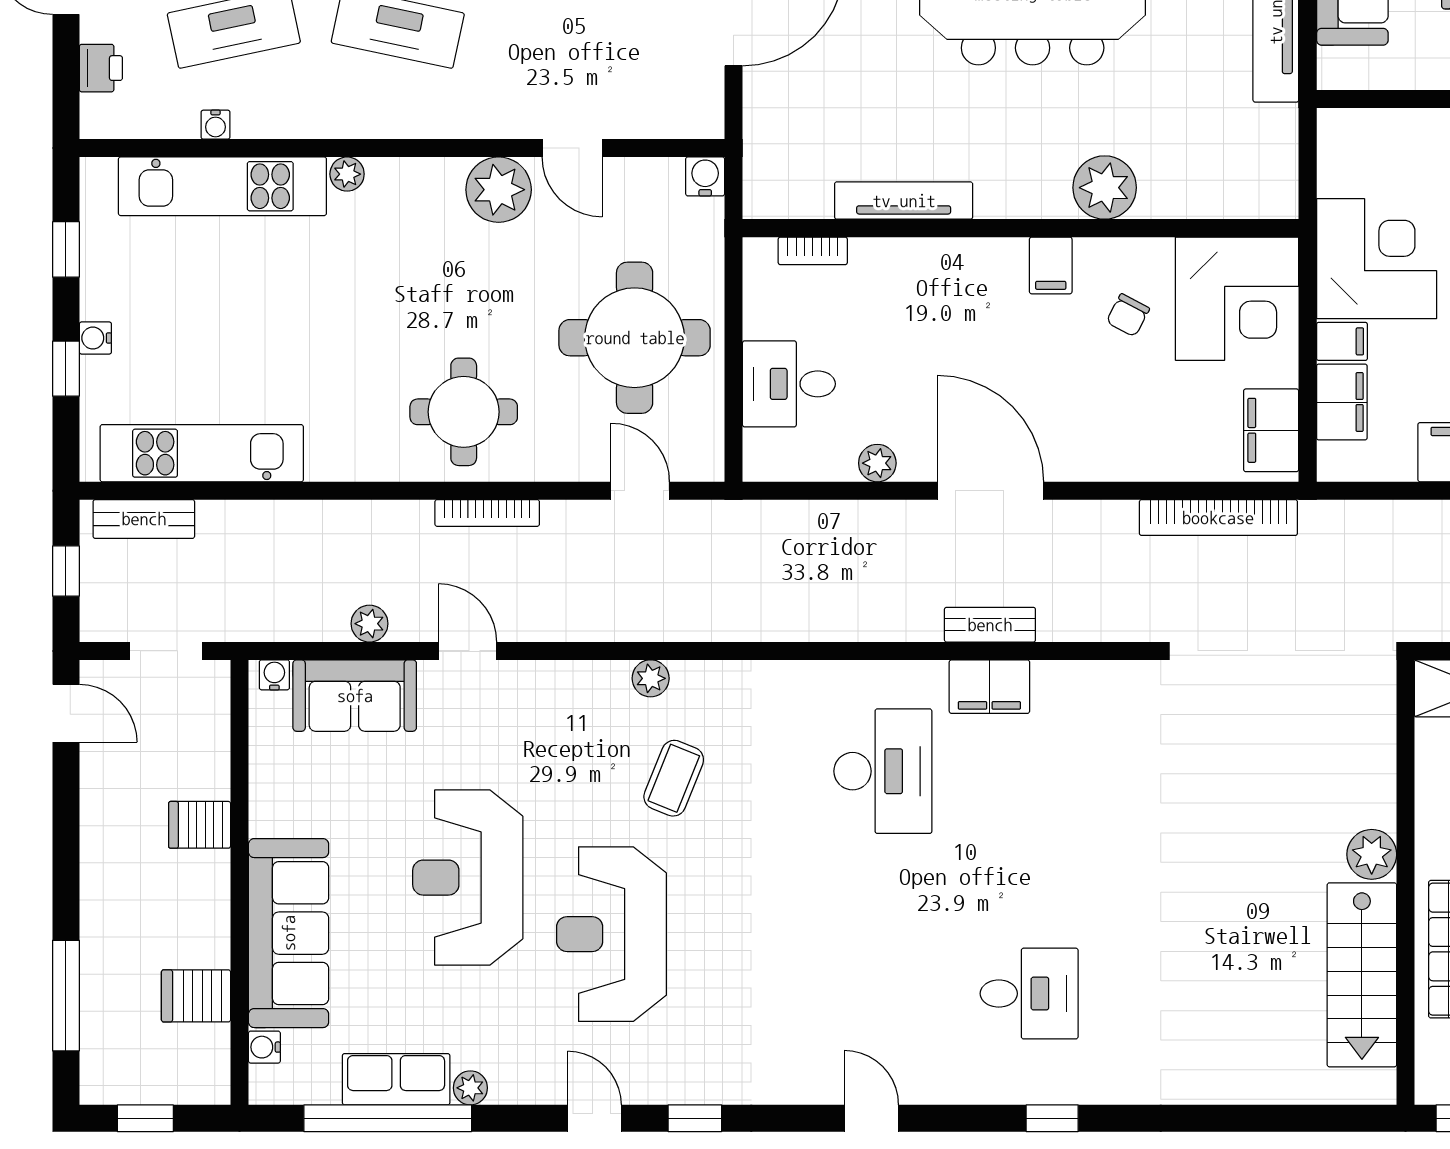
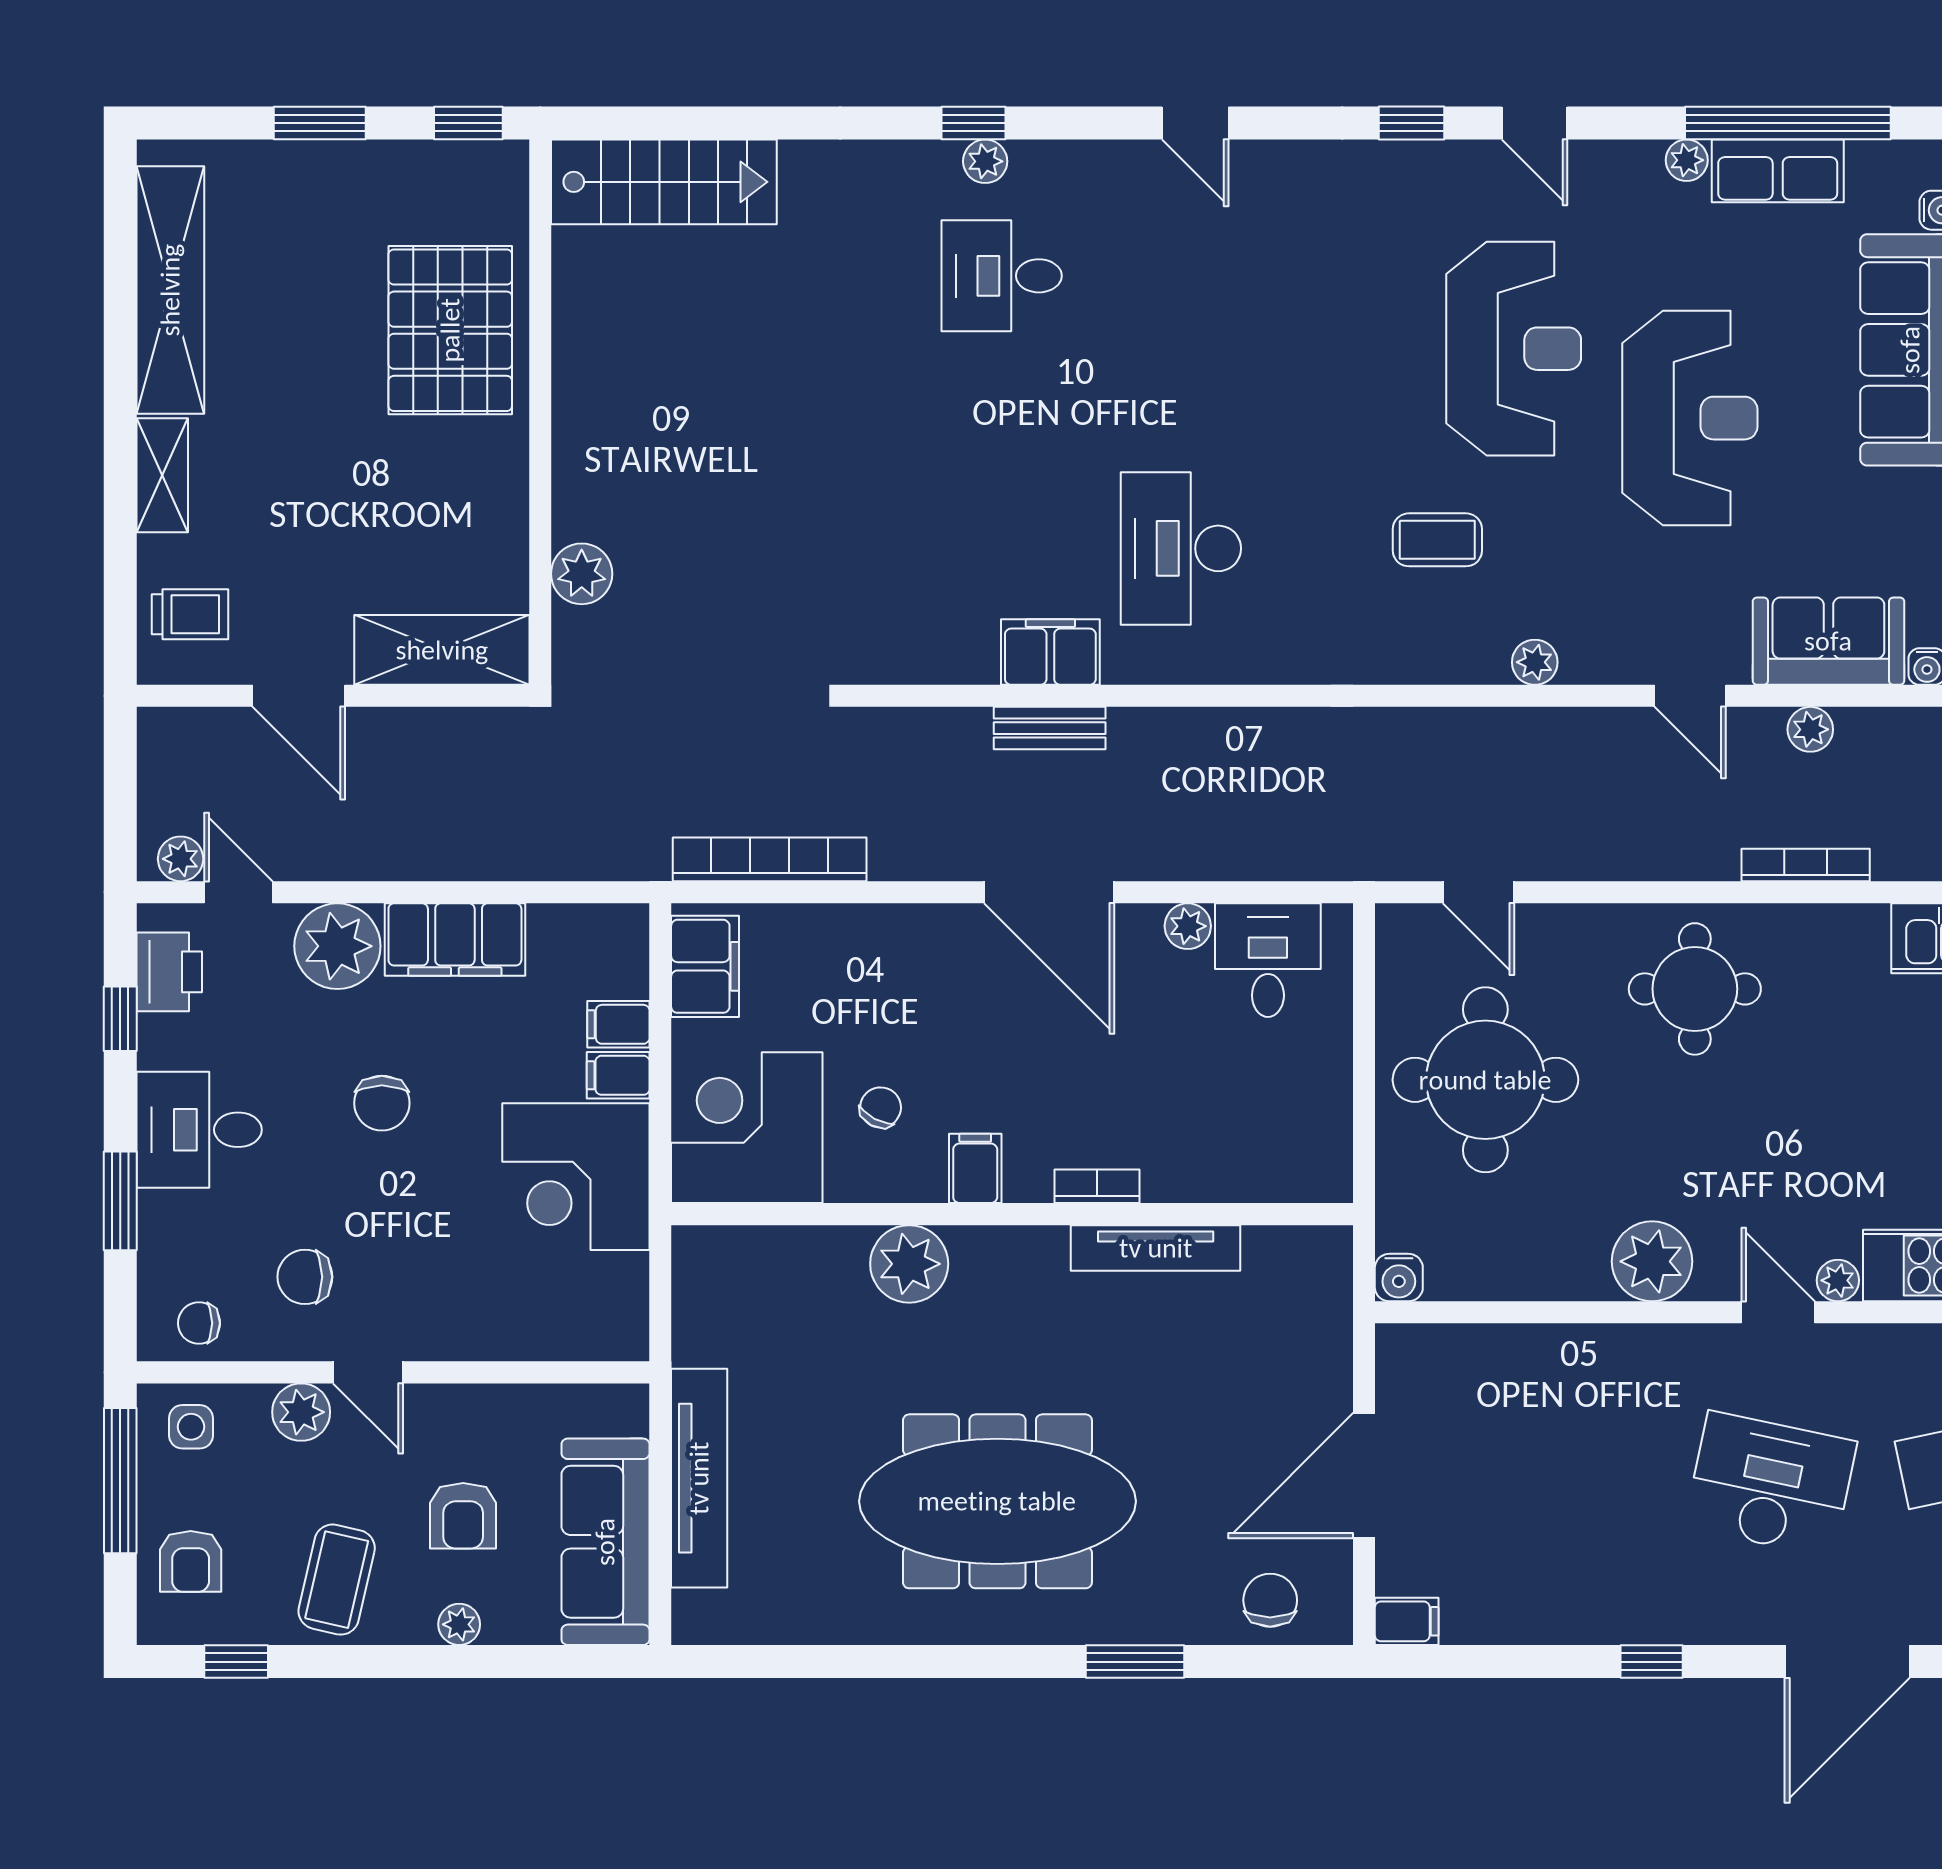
door: (572, 148) -> (1778, 1312), moved
bookcase: (813, 251) -> (1097, 1186), moved
desk: (789, 384) -> (1268, 960), moved, turned -90
filing cabinet: (1342, 402) -> (618, 1024), width x0.50
bookcase: (487, 513) -> (1806, 865), moved
plant: (651, 678) -> (1535, 662), moved
coffee table: (674, 778) -> (1437, 540), turned 68
plant: (1372, 854) -> (582, 574), moved
stairs: (1362, 975) -> (664, 182), moved, turned 90
plant: (1043, 1087) -> (985, 161), added

